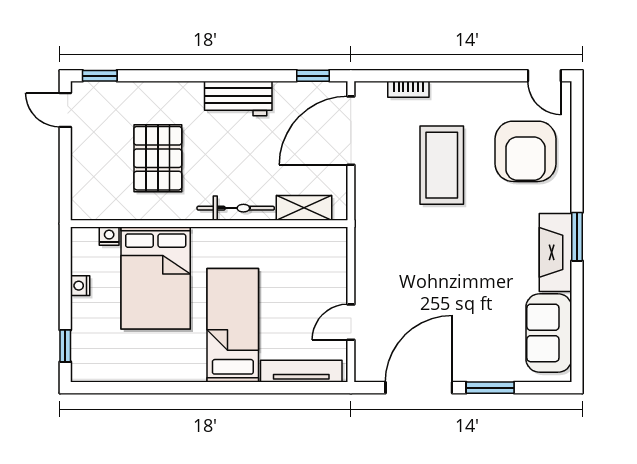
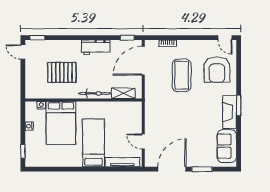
pallet: (158, 158) -> (62, 72), turned 90
door: (351, 322) -> (143, 142), hinge flipped

